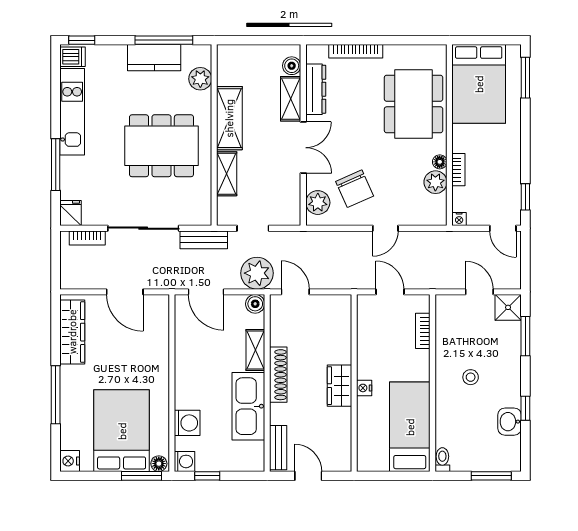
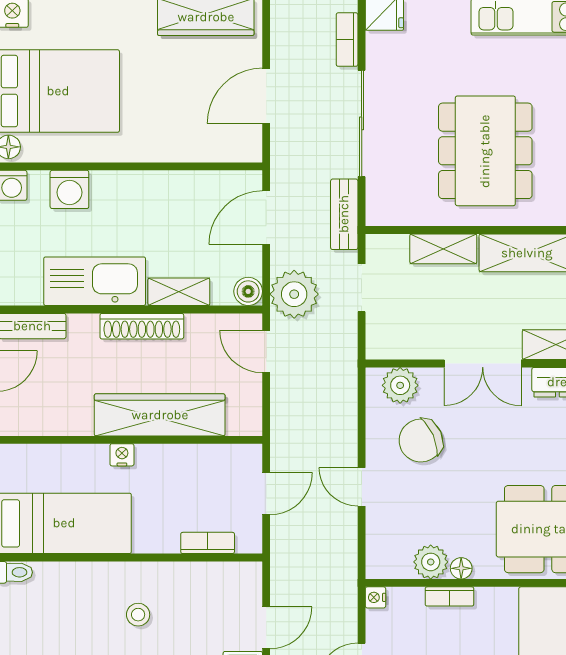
door: (295, 292) -> (266, 352), swing flipped
wardrobe: (340, 386) -> (160, 415), width x2.10, depth x1.17

